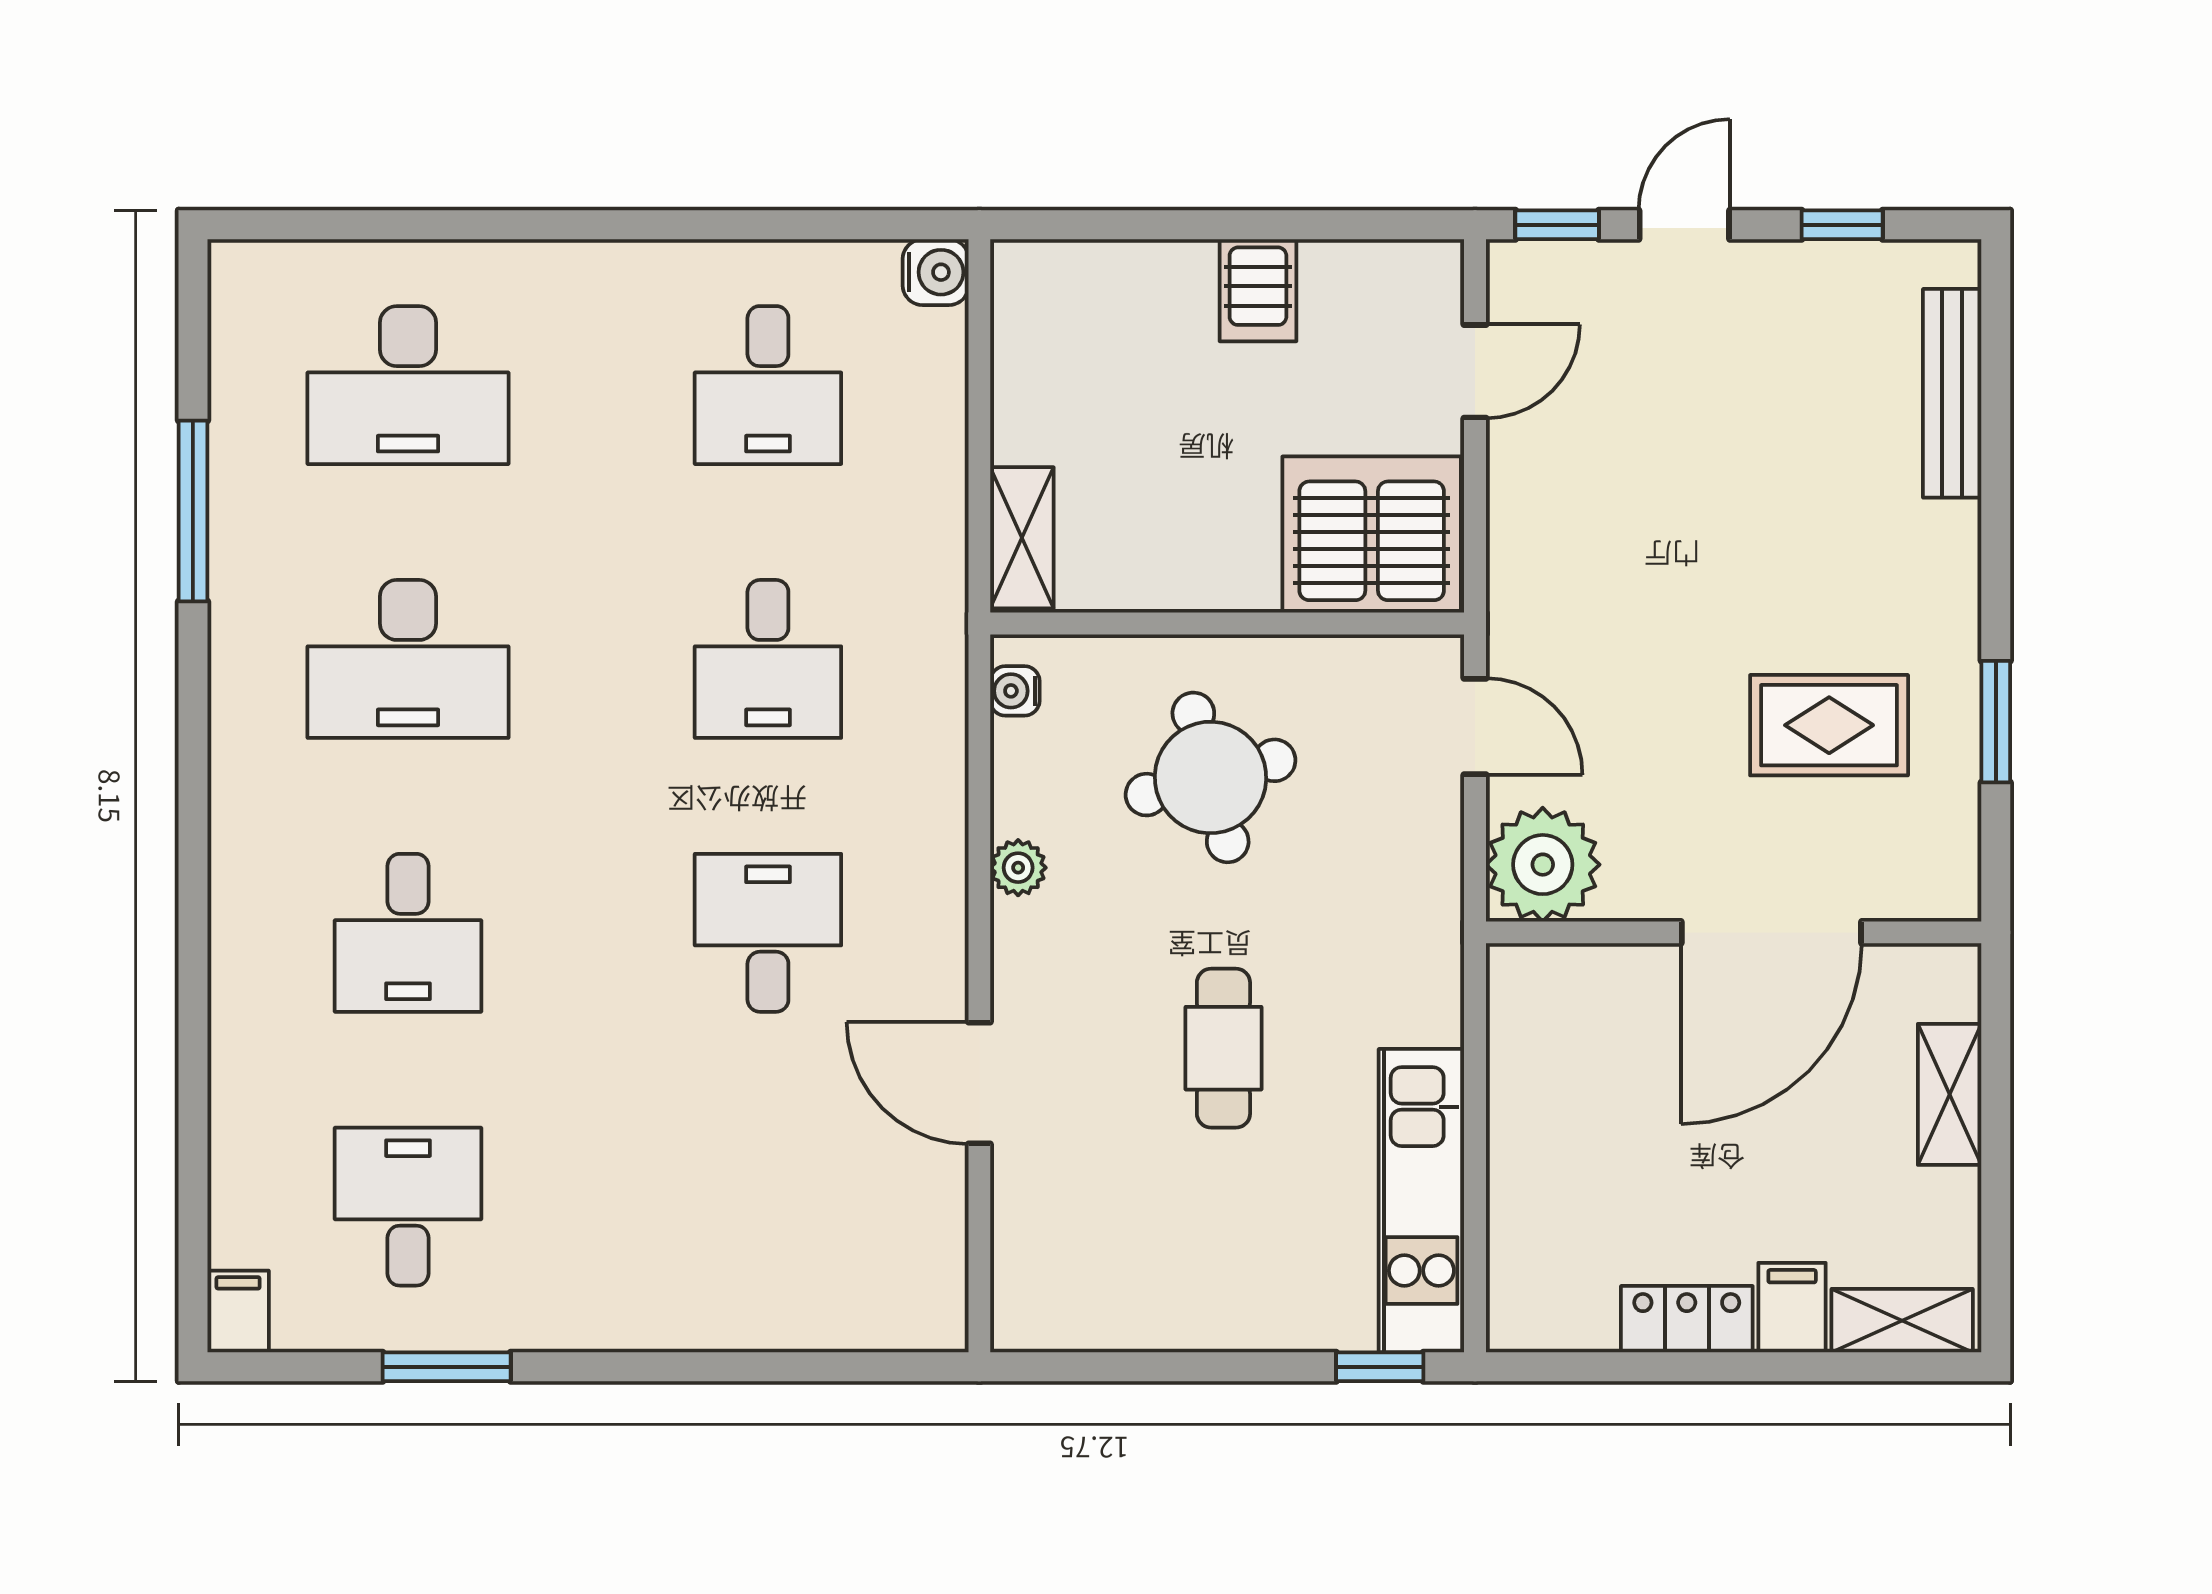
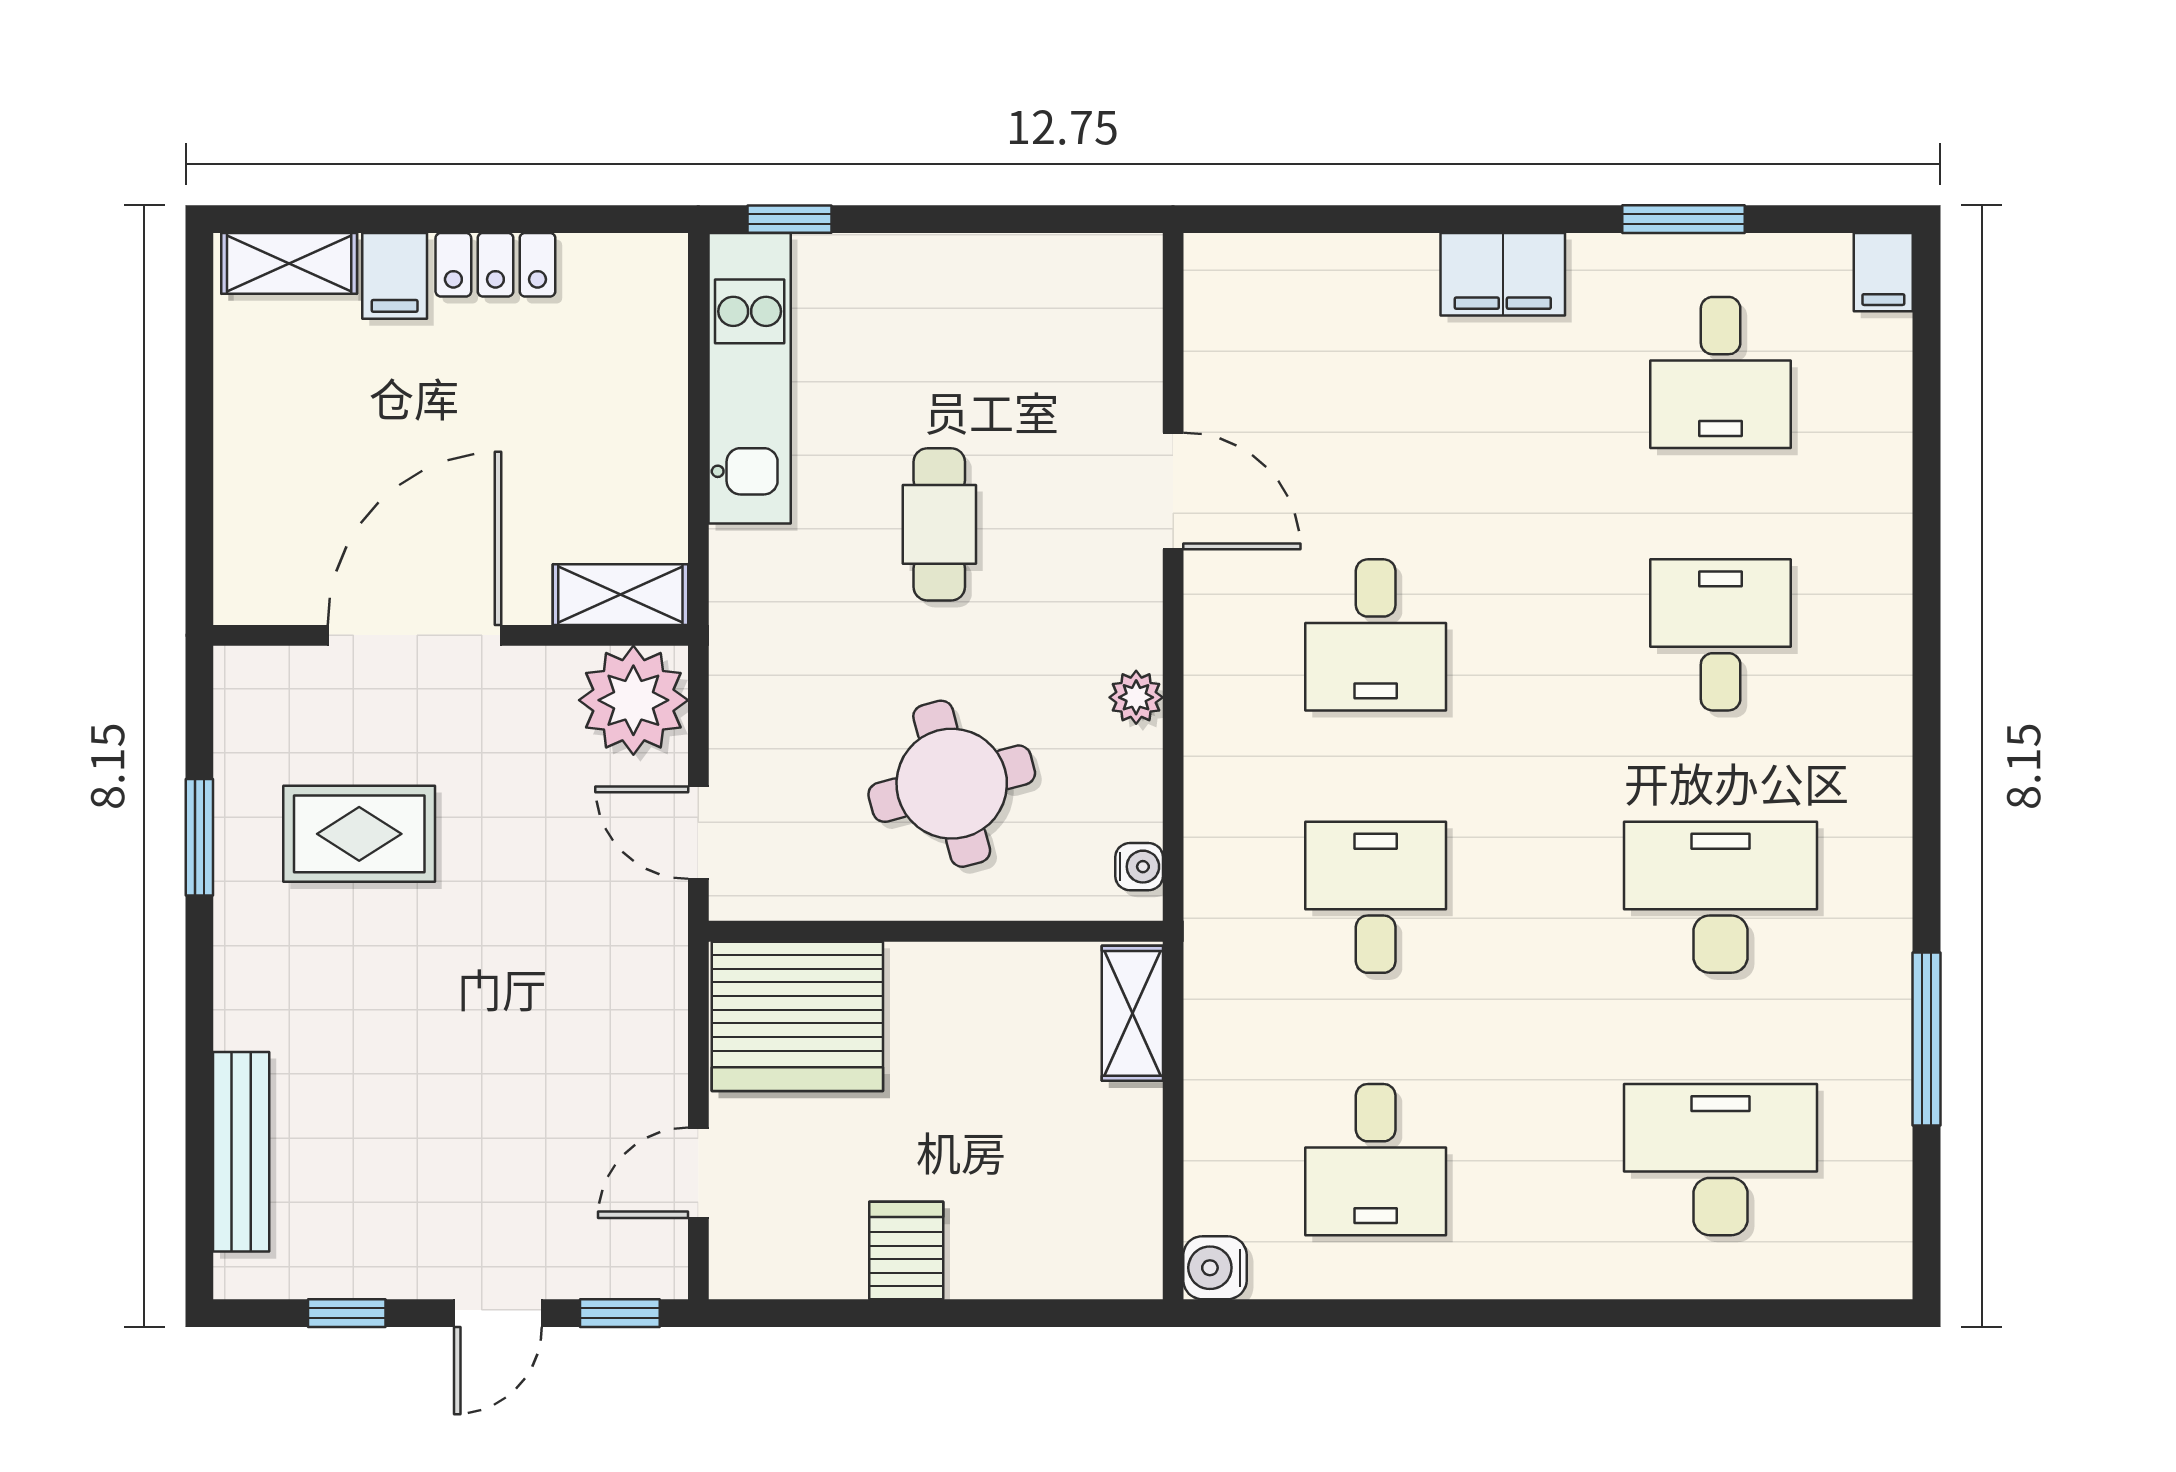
desk: (768, 385) -> (1376, 1160), turned 180
shelving: (1950, 1094) -> (620, 595), moved, turned 90
filing cabinet: (635, 1309) -> (1503, 274), added

